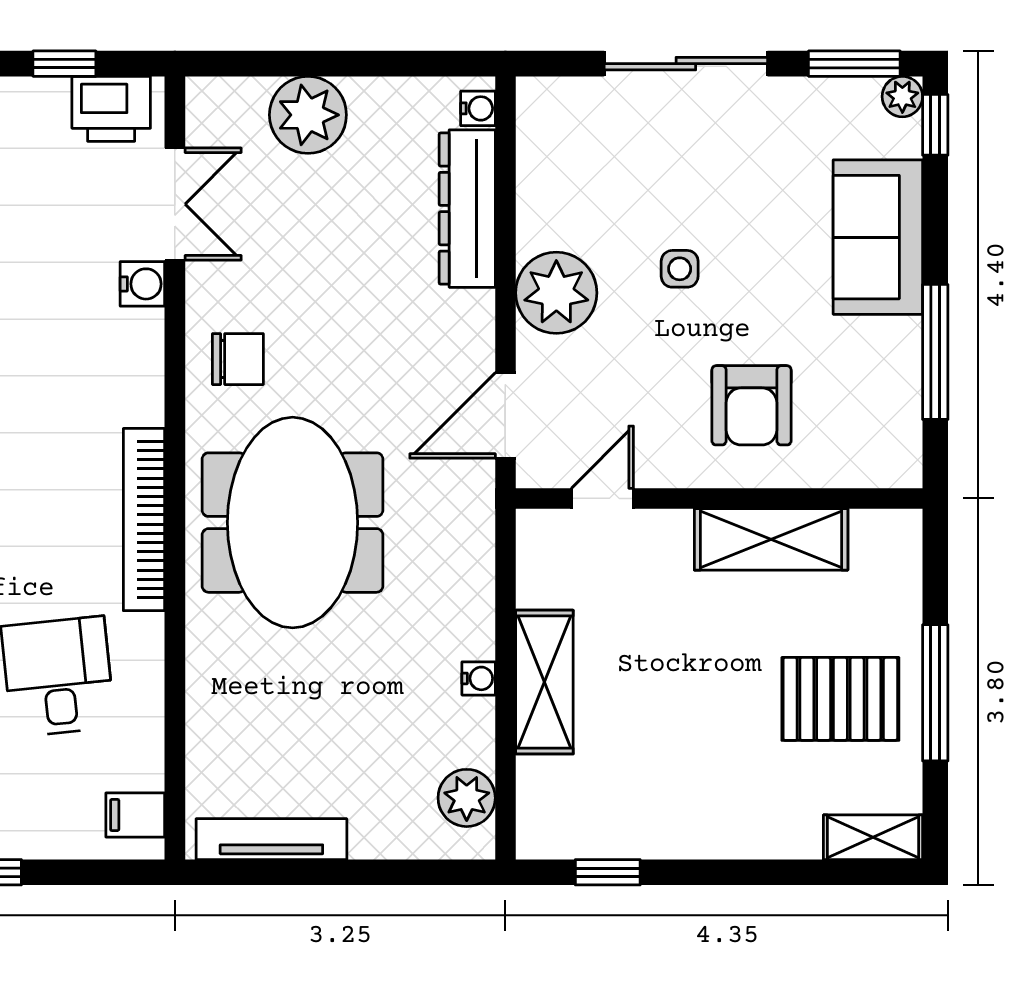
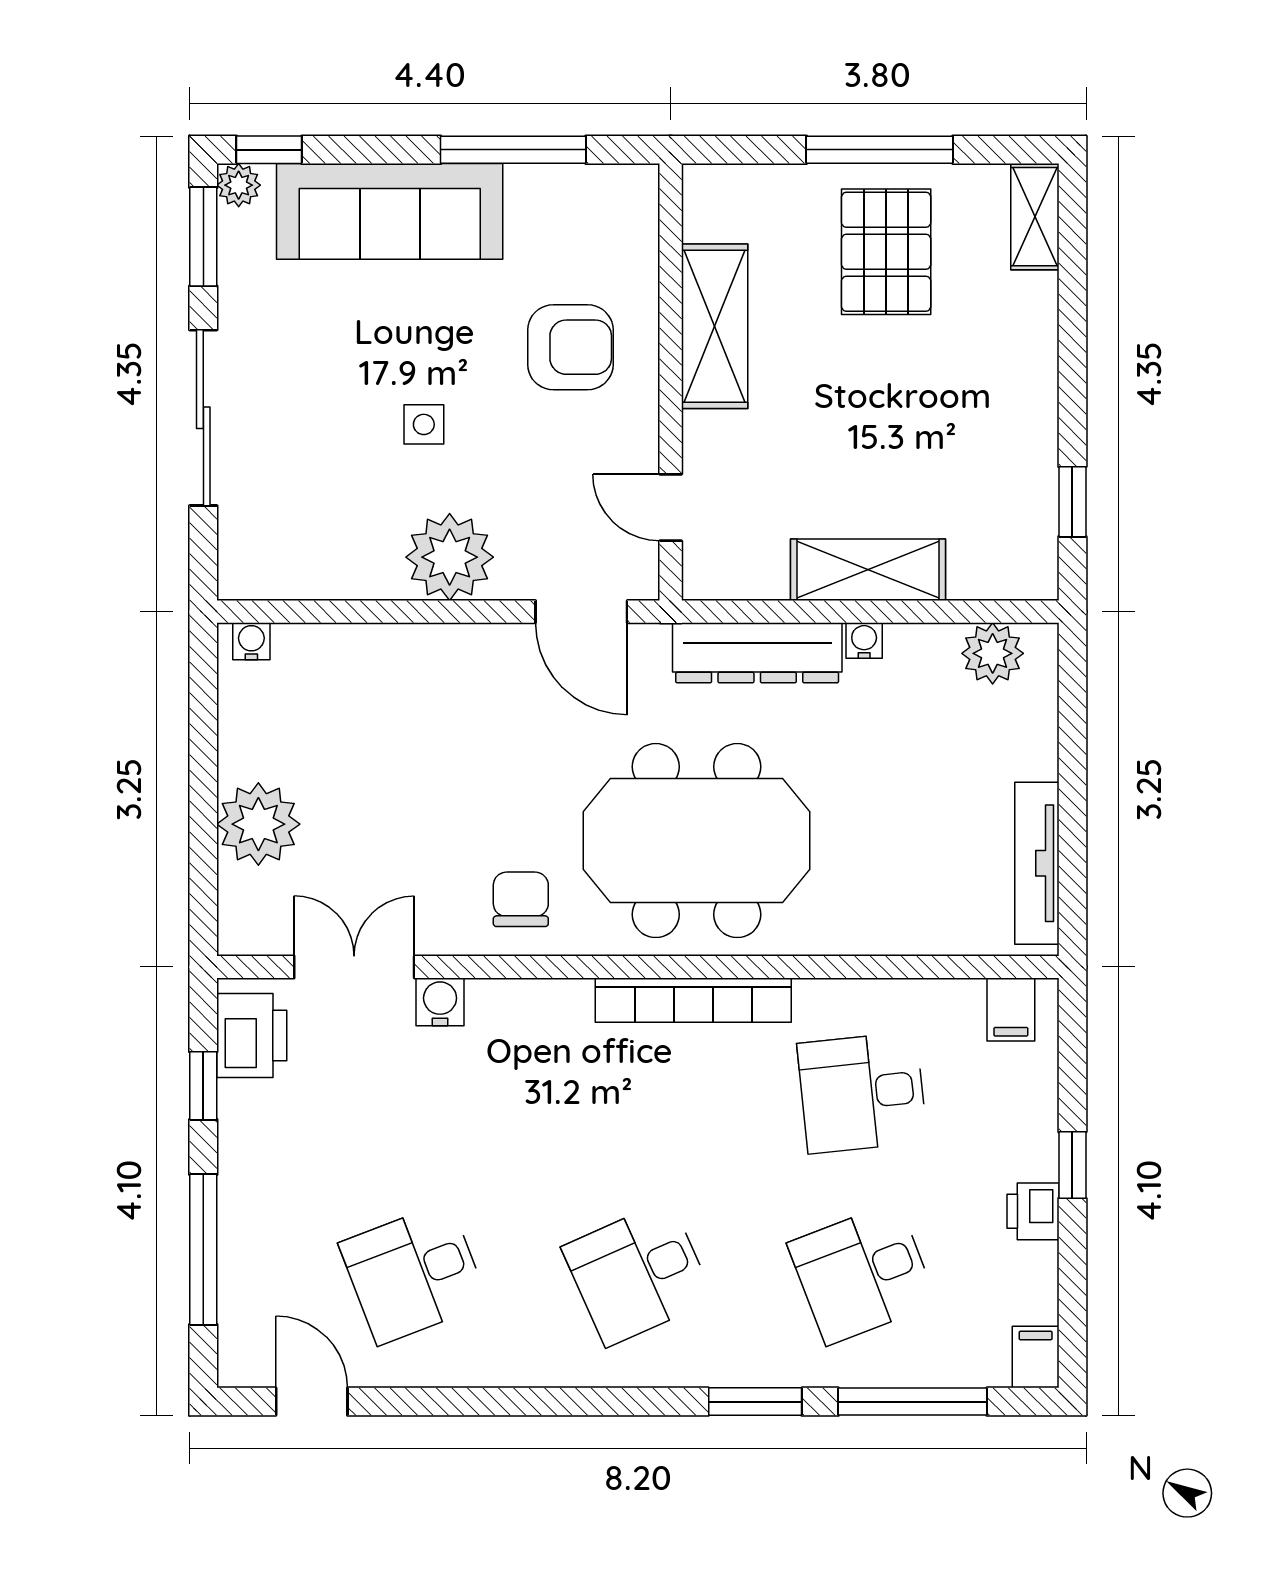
dresser: (467, 209) -> (757, 653), moved
sofa: (878, 237) -> (390, 211), width x1.36

